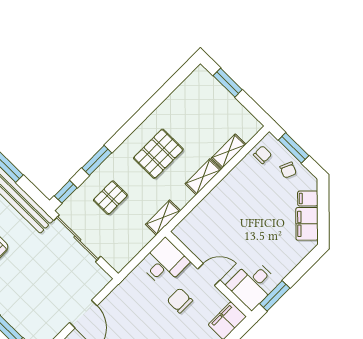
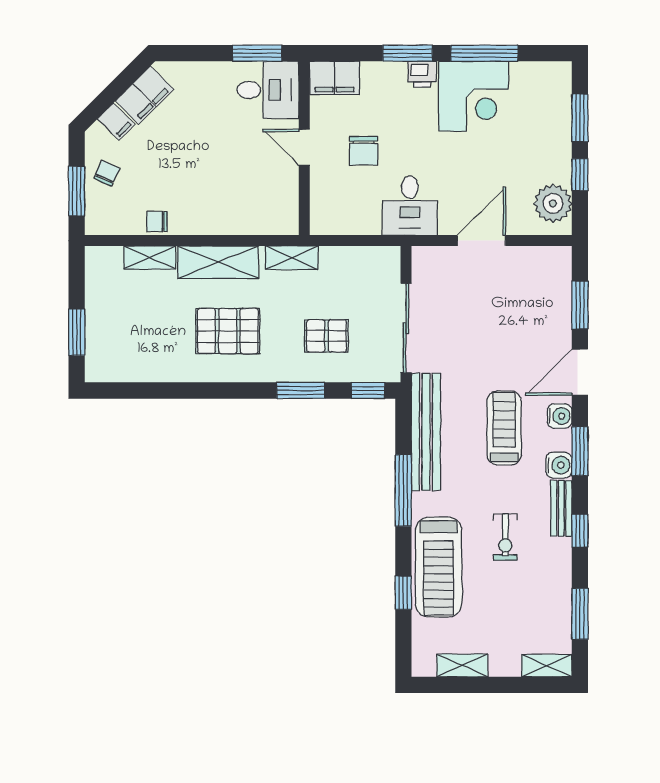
chair: (263, 155) -> (157, 222), moved
shelving: (203, 177) -> (218, 262), width x1.50, depth x1.33
desk: (164, 263) -> (410, 206), moved, turned -90

